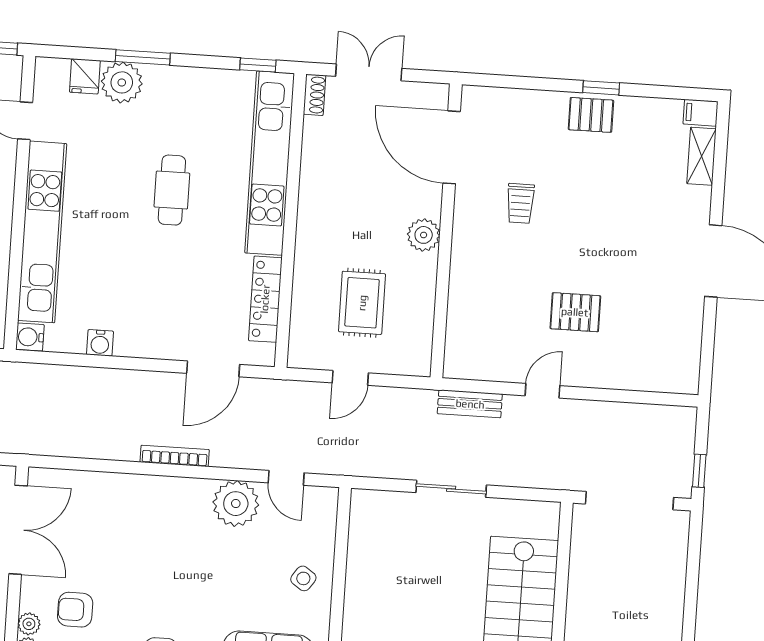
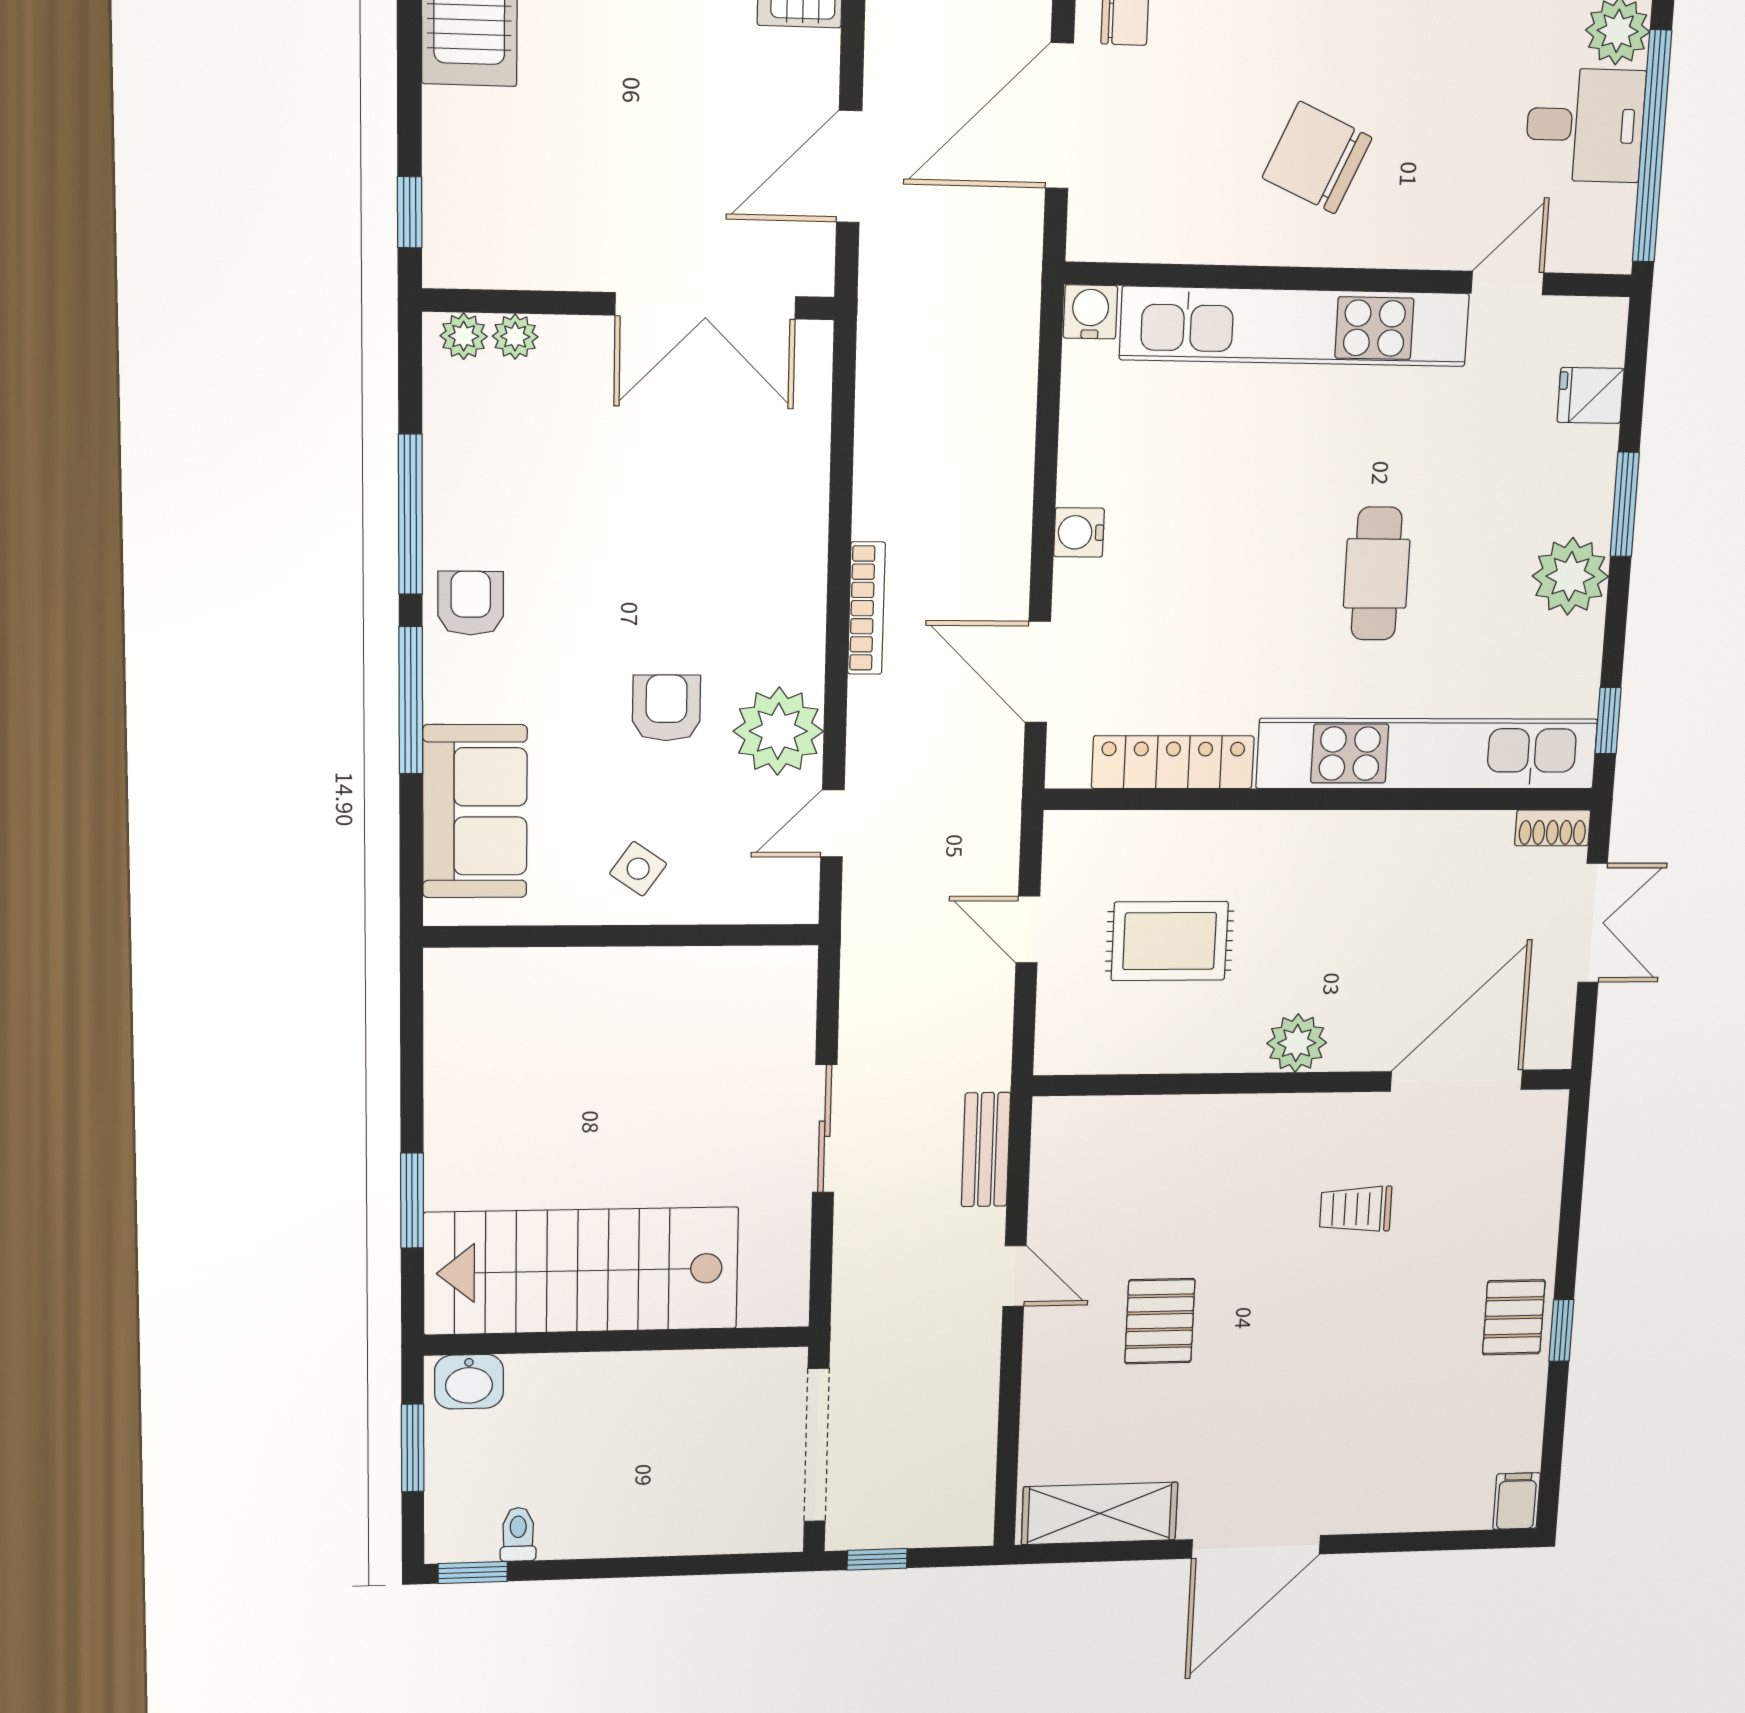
plant: (122, 82) -> (1570, 576), moved
shelving: (702, 156) -> (1100, 1513), moved, width x1.50, depth x1.33
cafe table: (172, 190) -> (1377, 574), turned 90
water cooler: (100, 343) -> (1079, 532), moved
armchair: (75, 610) -> (666, 708), moved

